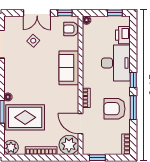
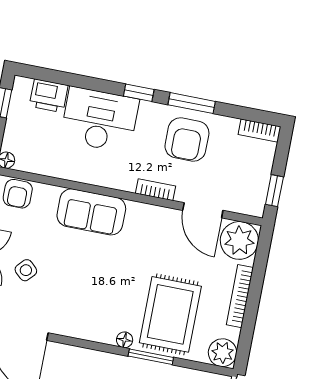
door: (80, 124) -> (203, 210), hinge flipped

